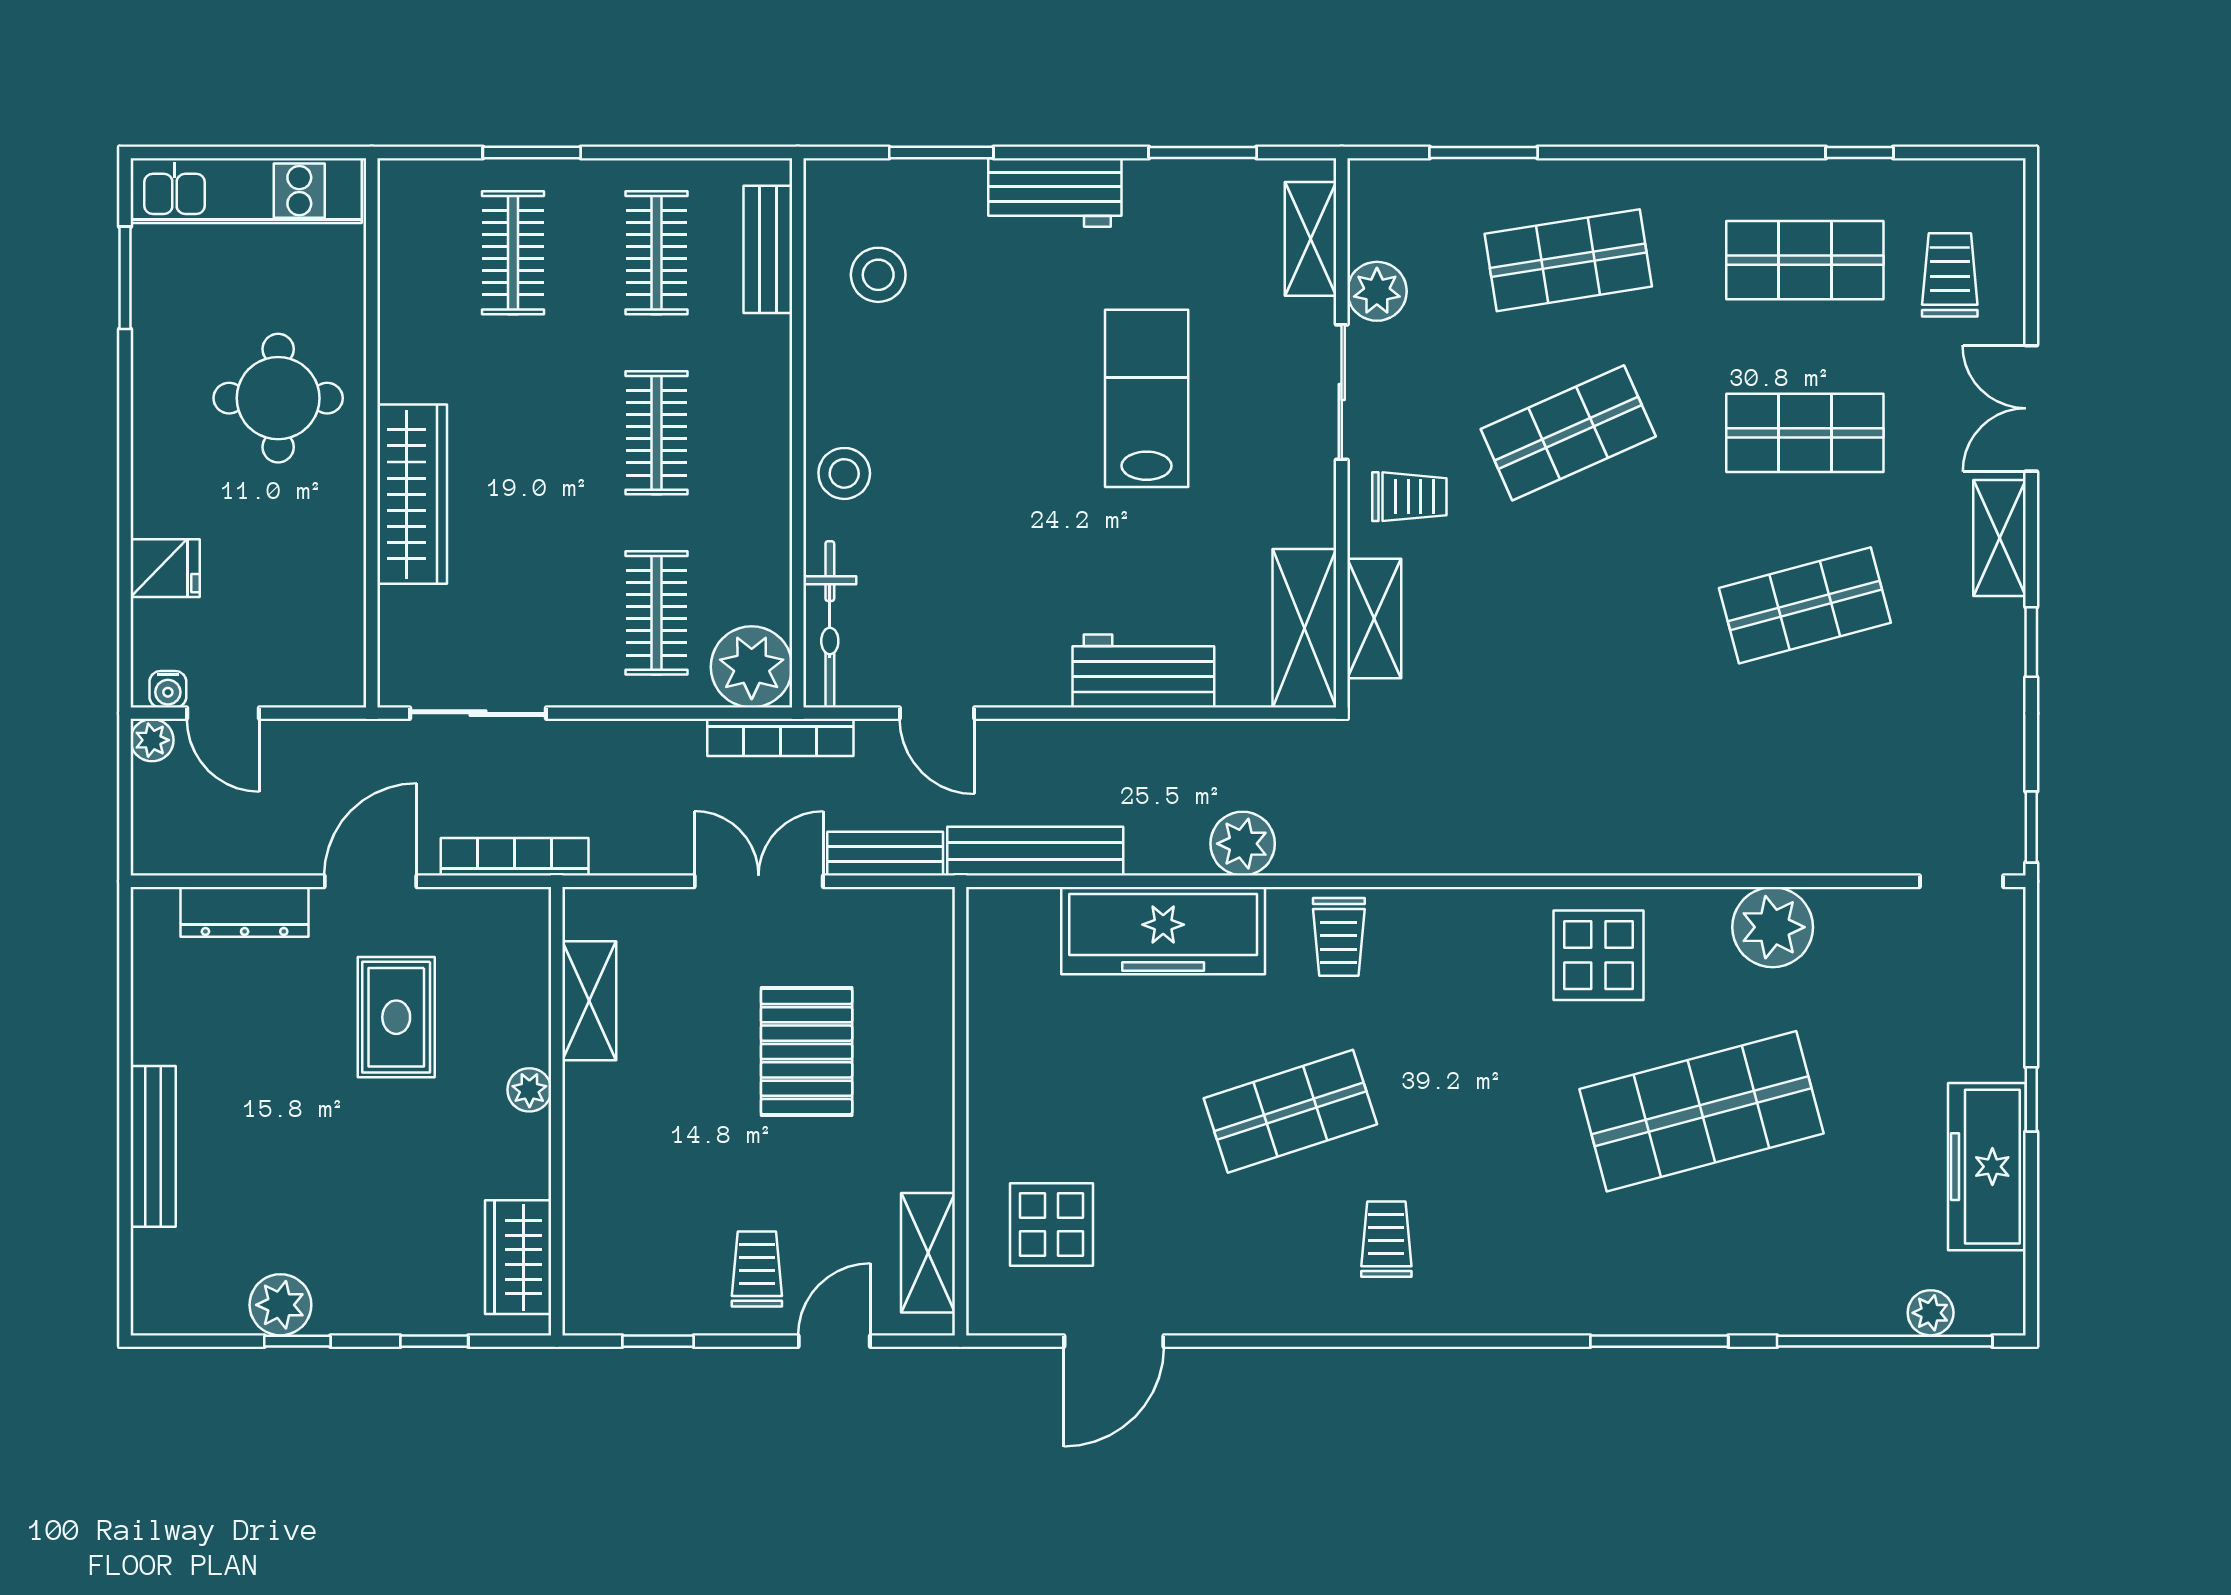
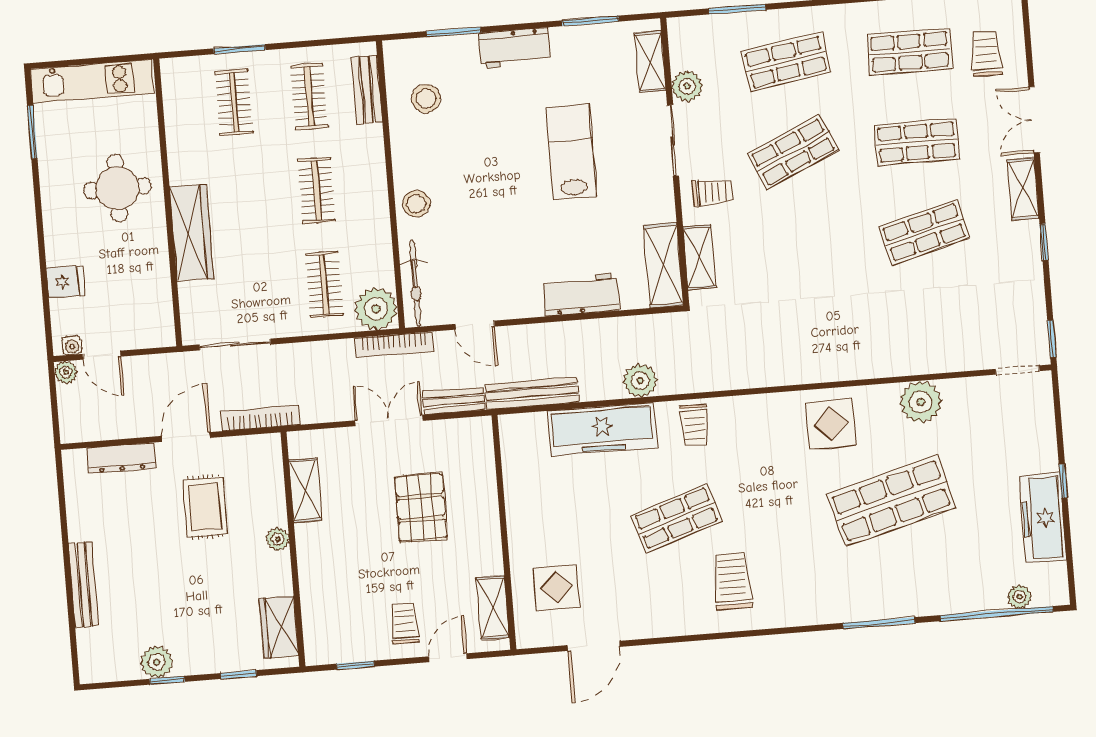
trolley: (1386, 1239) -> (732, 581), width x1.36, depth x1.39

